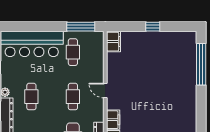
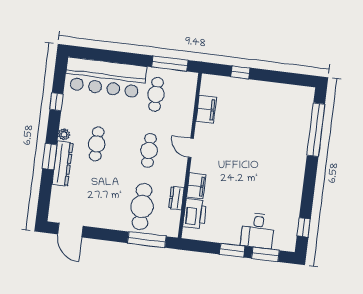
window: (153, 27) -> (240, 72), moved
filing cabinet: (114, 42) -> (206, 109), moved

